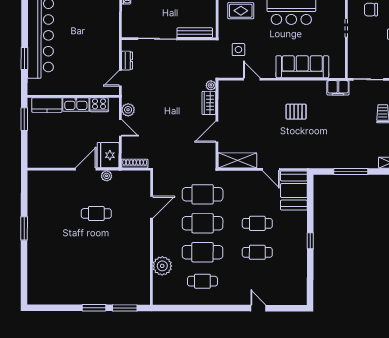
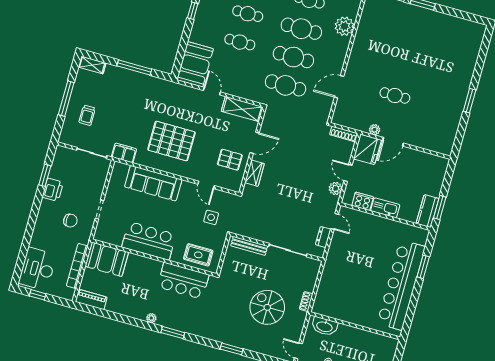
door: (120, 78) -> (334, 221), hinge flipped
plant: (211, 85) -> (248, 190), removed
kitchen counter: (47, 105) -> (427, 211), moved, turned -90
pallet: (236, 109) -> (230, 160), added
pallet: (296, 112) -> (171, 141), width x2.05, depth x2.00

